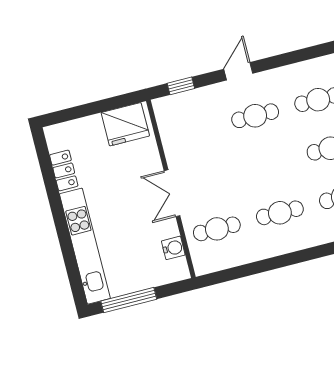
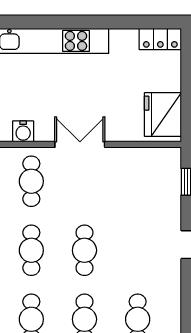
cafe table: (255, 116) -> (84, 250), moved
locker: (64, 170) -> (160, 39), moved

